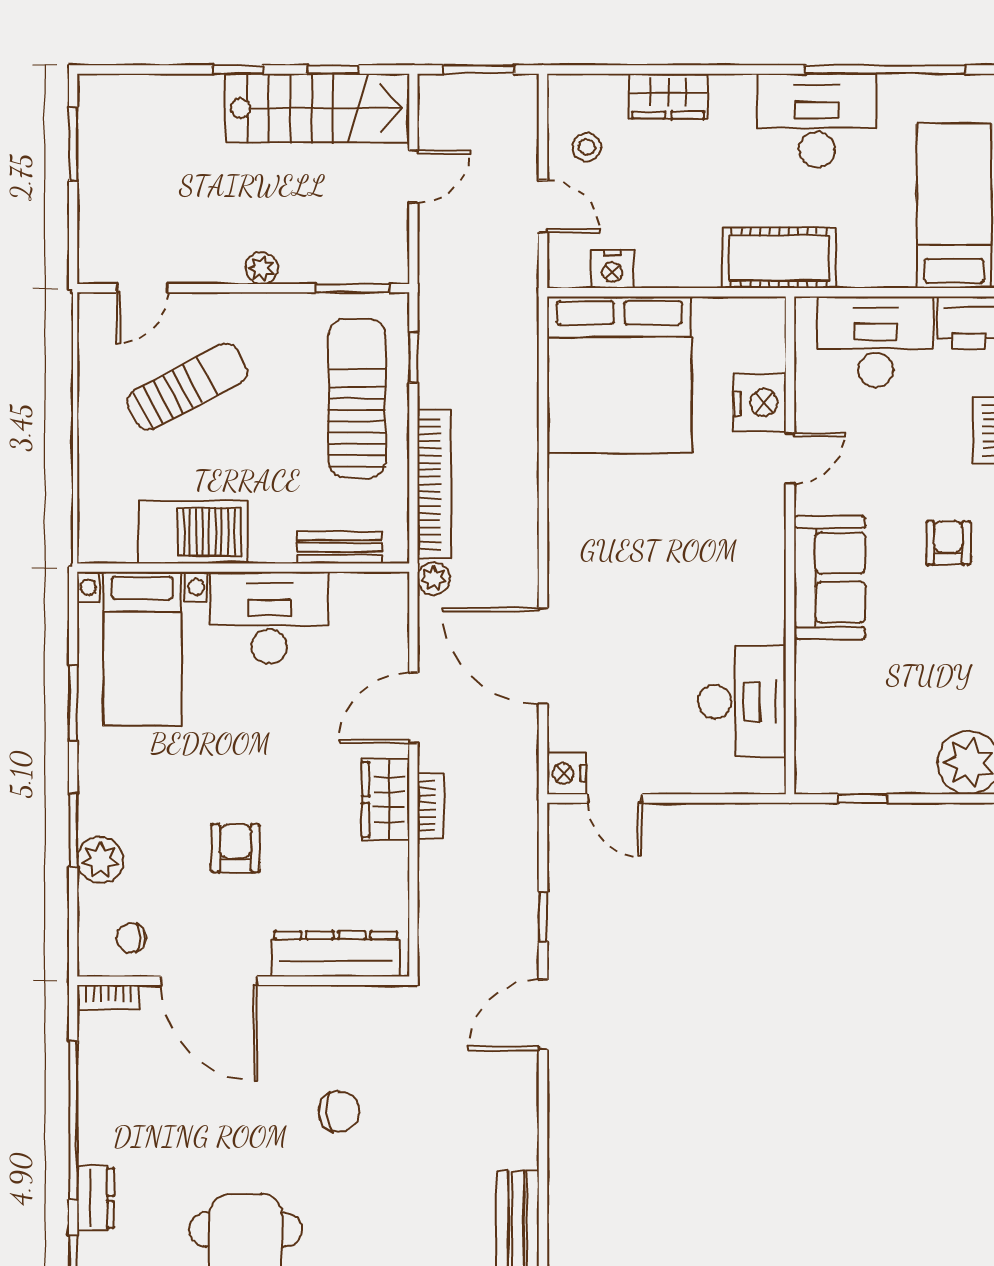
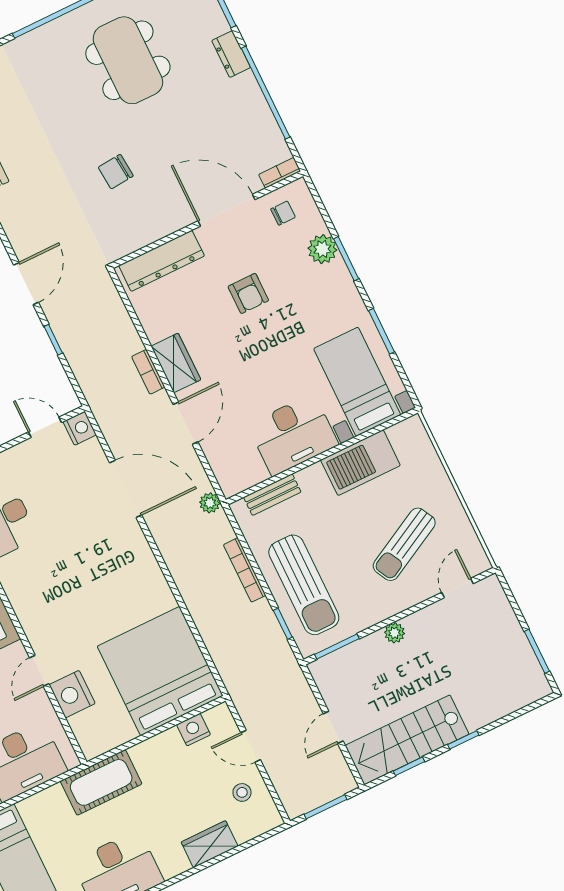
bookcase: (434, 484) -> (245, 570), width x0.68, depth x0.76

